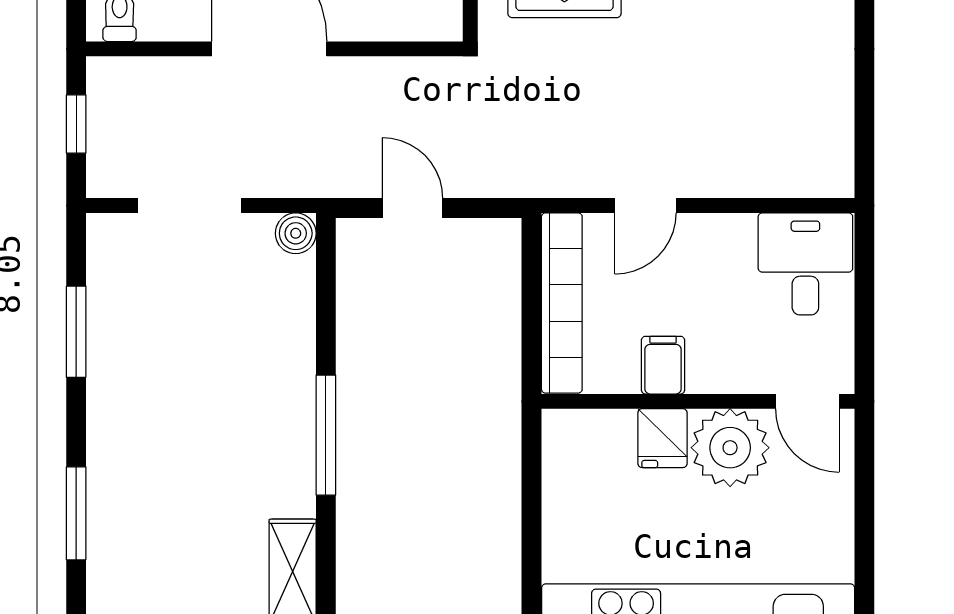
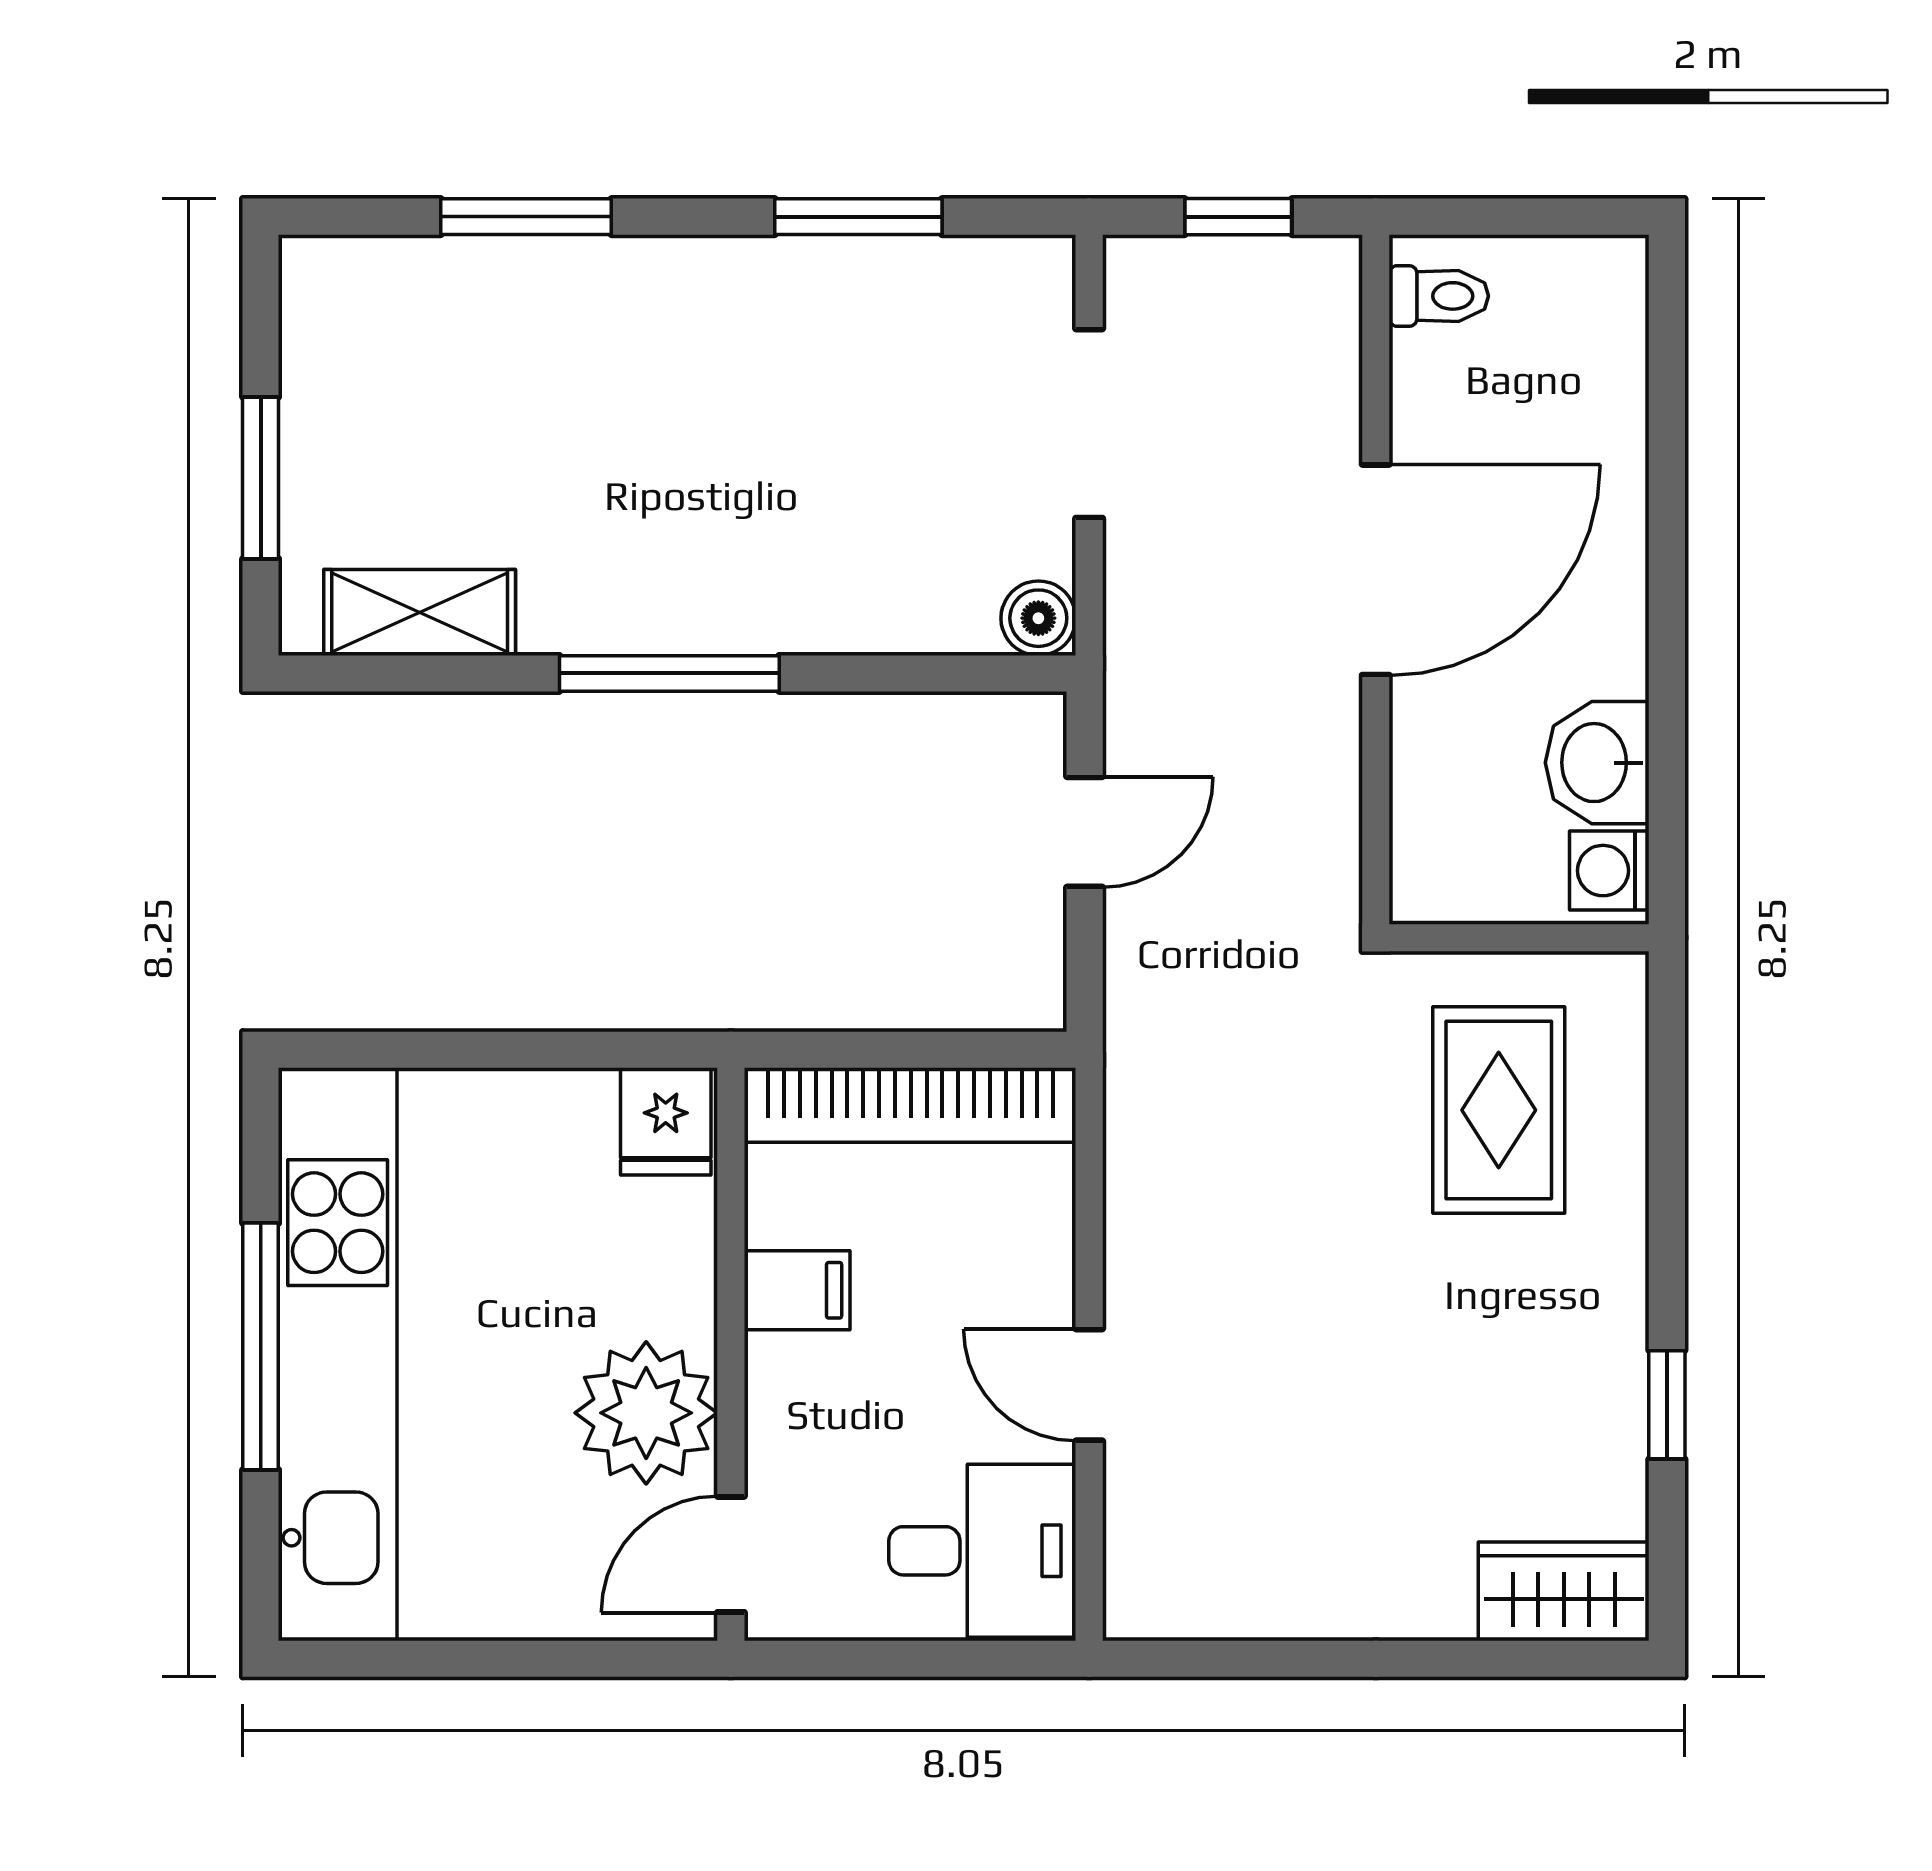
door: (645, 206) -> (1089, 1385), moved
fridge: (663, 438) -> (666, 1121), moved, turned -90

